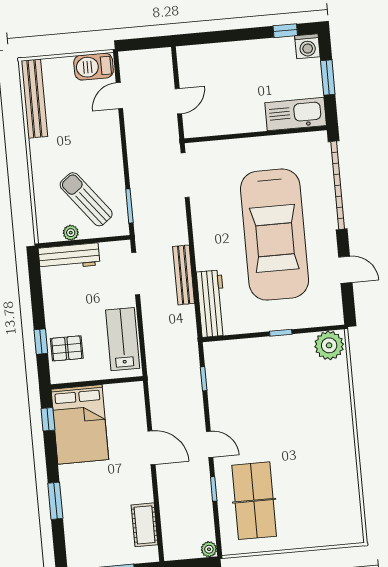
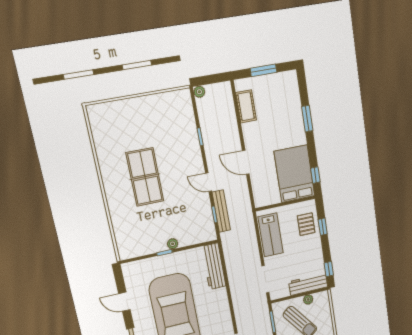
bench: (184, 275) -> (221, 211), moved
window: (35, 276) -> (329, 269), added
plant: (329, 345) -> (173, 244), moved, width x0.53, depth x0.53
pallet: (67, 348) -> (306, 224), turned 90
door: (210, 444) -> (209, 182), moved
table tennis table: (254, 501) -> (145, 177), moved

